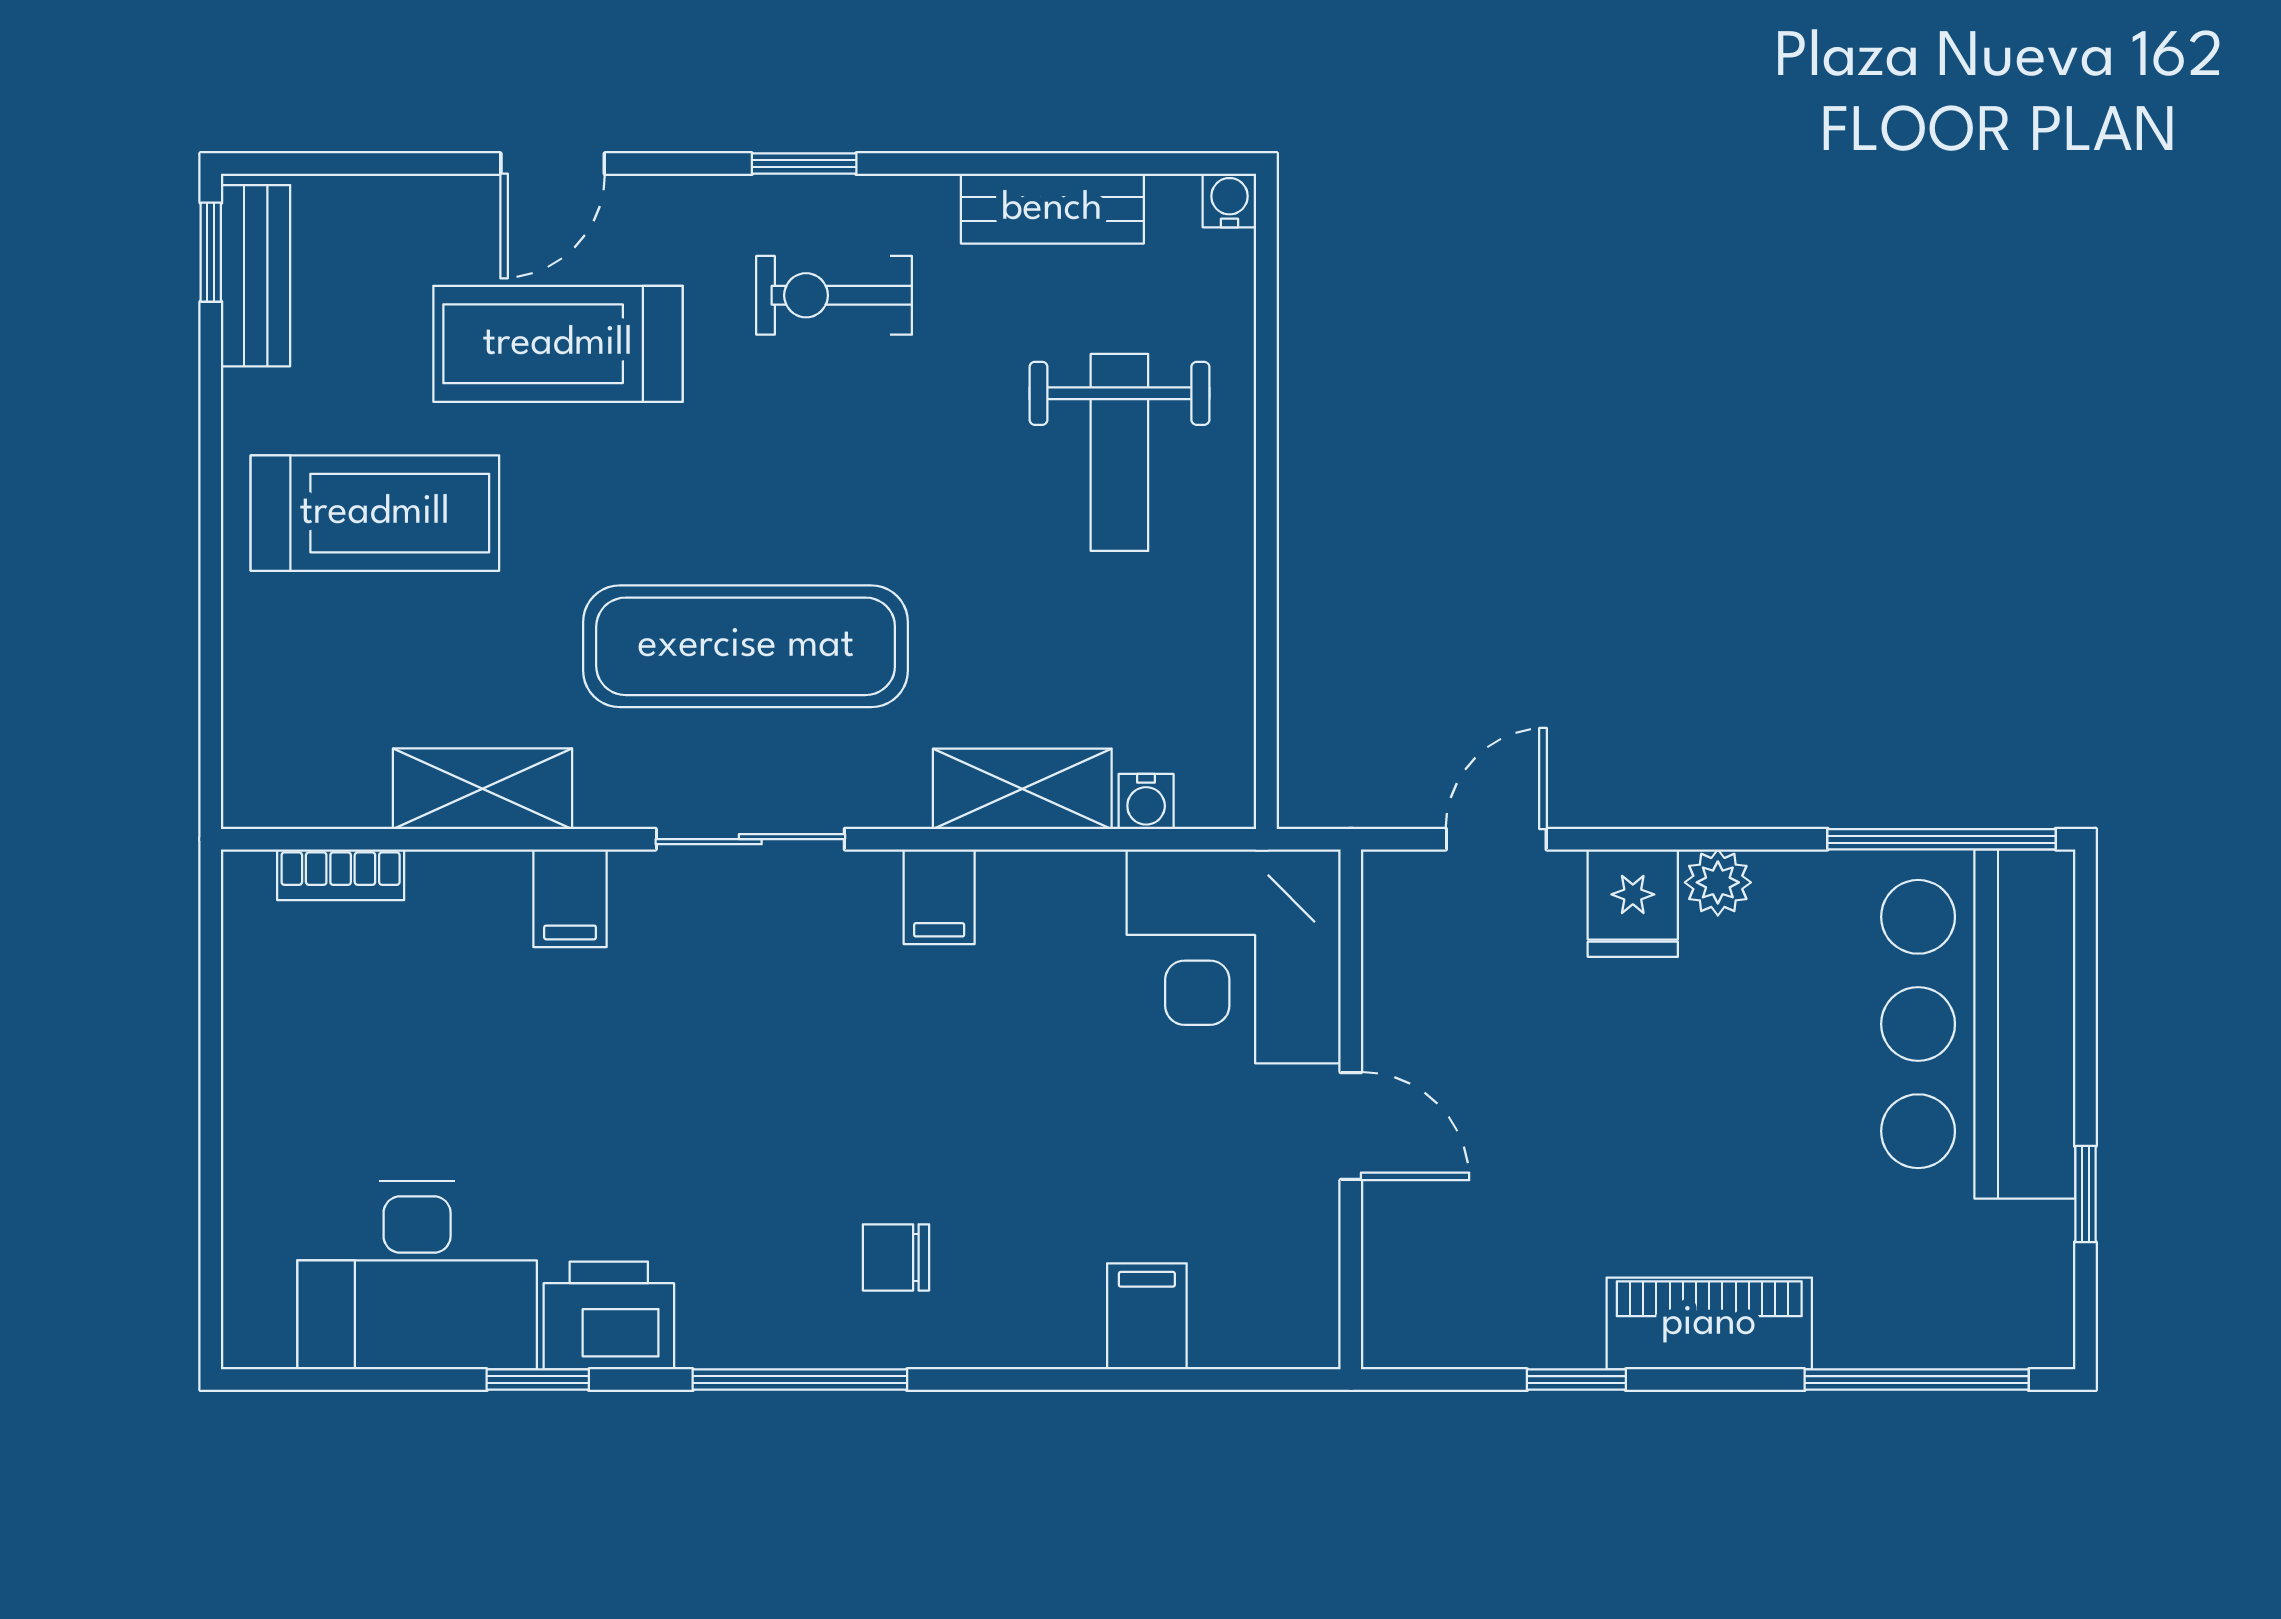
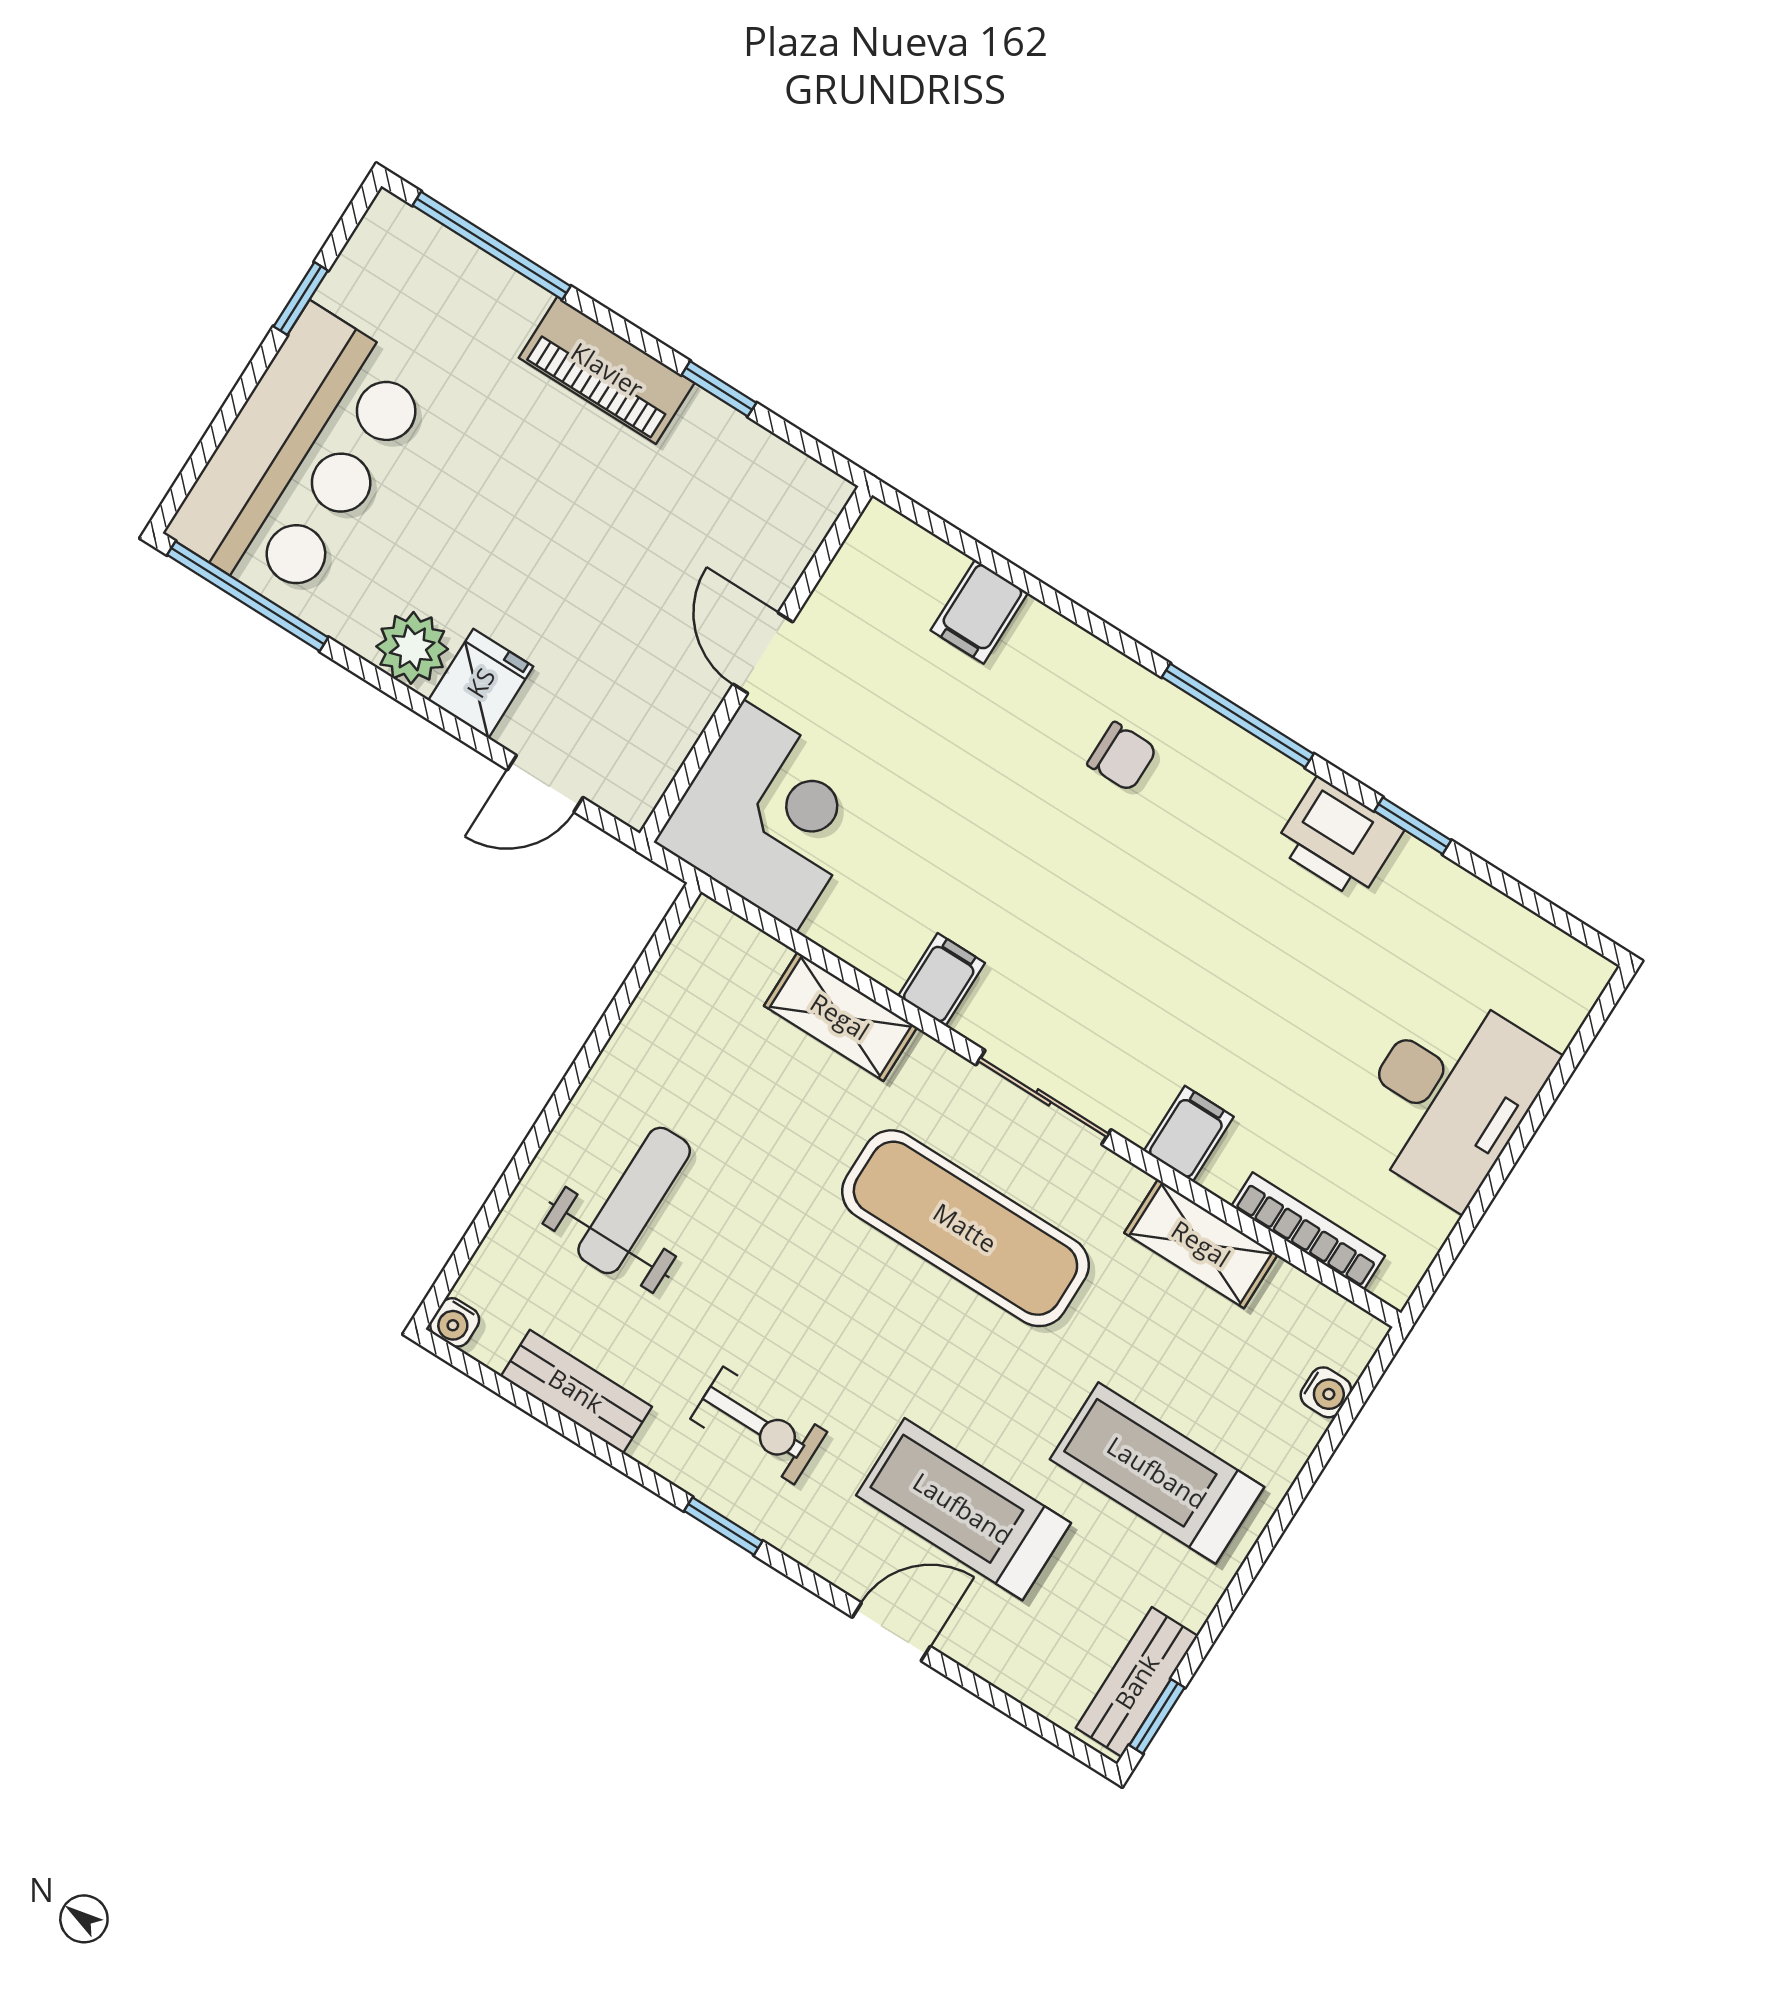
treadmill: (558, 344) -> (963, 1509), turned 180
water cooler: (1146, 801) -> (1326, 1392), moved, turned 90
bookcase: (341, 875) -> (1308, 1231), width x1.56
plant: (1718, 882) -> (412, 648), width x1.38, depth x1.38
desk: (417, 1275) -> (1450, 1096), moved, turned 90

